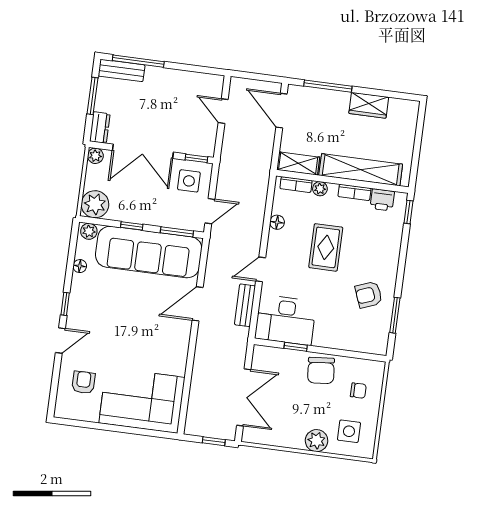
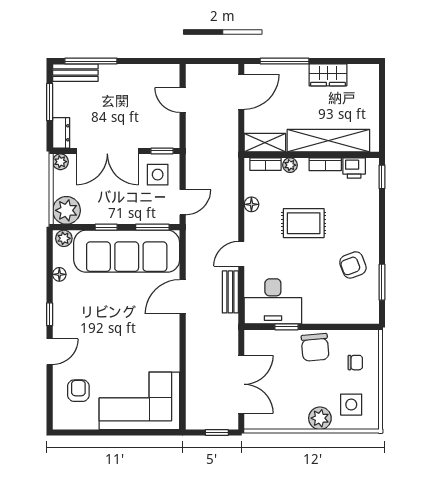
door: (282, 111) -> (241, 92), swing flipped
rug: (326, 247) -> (304, 223), turned 90

